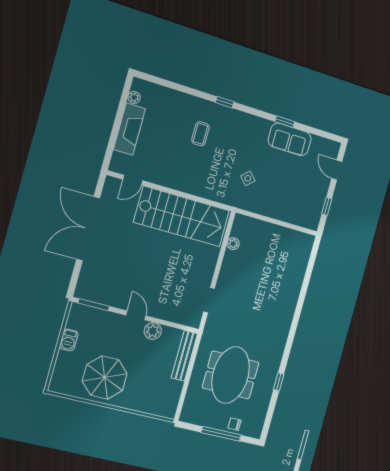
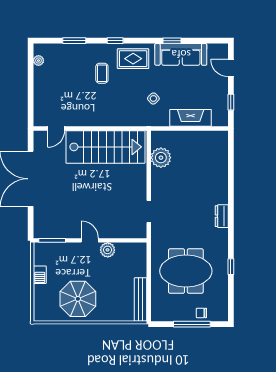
window: (180, 88) -> (74, 41), added
rug: (238, 128) -> (133, 59), added
fireplace: (129, 129) -> (191, 118), moved, turned -90
sofa: (290, 139) -> (181, 54), width x1.36
plant: (233, 244) -> (161, 158), width x1.88, depth x1.88
dresser: (284, 325) -> (222, 216), added
bench: (184, 356) -> (141, 299), moved
meeting table: (231, 375) -> (186, 271), turned 90

